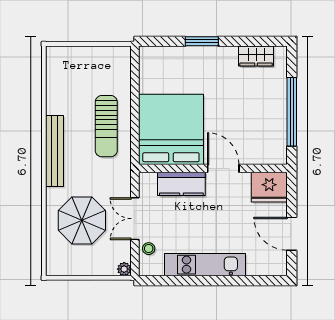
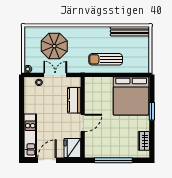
bed: (171, 129) -> (131, 96), moved, turned 90
bench: (55, 151) -> (130, 31), moved
kitchen unit: (205, 265) -> (30, 136), moved

